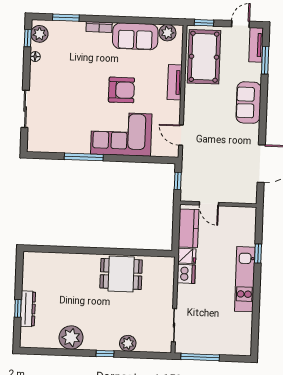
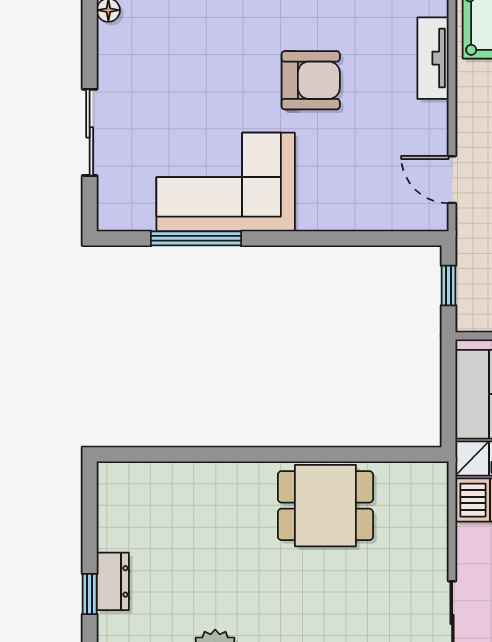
corner sofa: (121, 134) -> (226, 182), moved
window: (84, 157) -> (196, 238), moved
dresser: (28, 309) -> (113, 581), width x0.70

